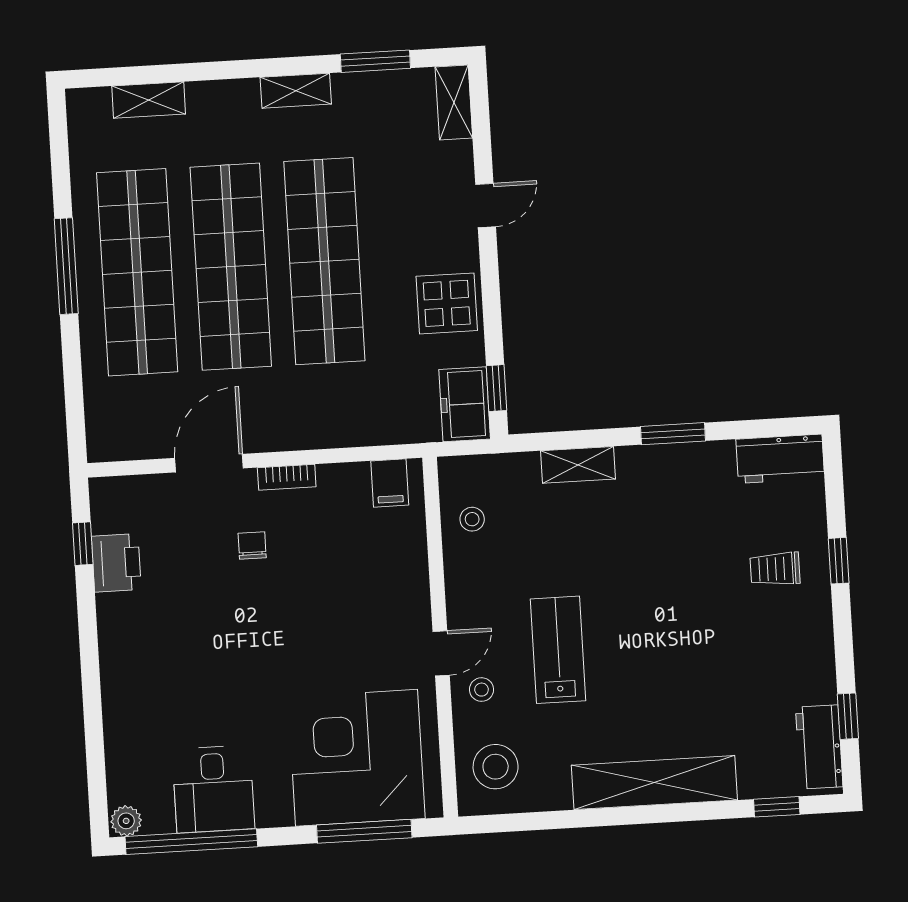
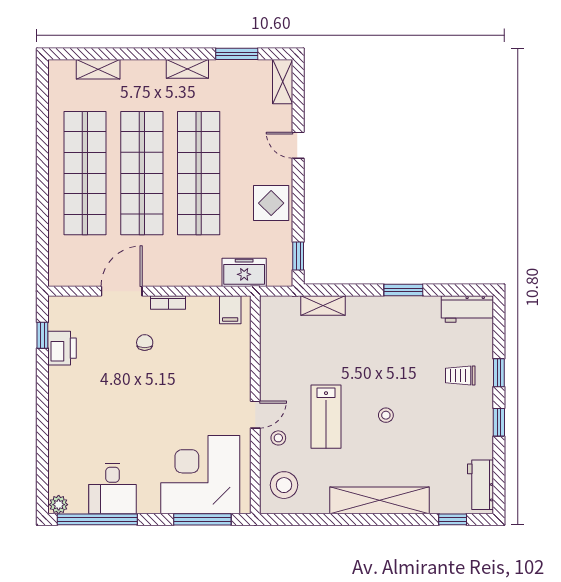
door: (486, 205) -> (298, 145), swing flipped
window: (66, 266) -> (42, 167), removed
freezer: (465, 404) -> (244, 272), moved, turned 90
shelving: (578, 465) -> (323, 305), moved
stool: (472, 519) -> (386, 415), moved
lab bench: (558, 650) -> (326, 417), turned 180
window: (848, 716) -> (499, 422), moved

